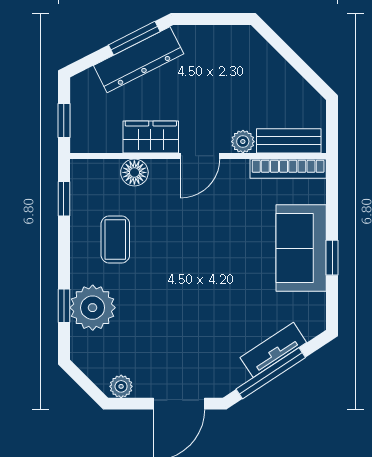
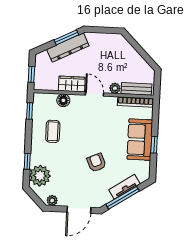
door: (200, 156) -> (94, 94), swing flipped
armchair: (211, 302) -> (96, 163), added
plant: (93, 308) -> (40, 176), moved

